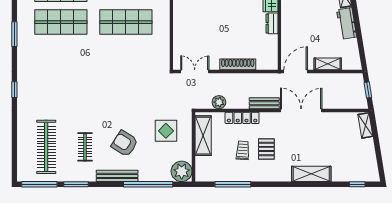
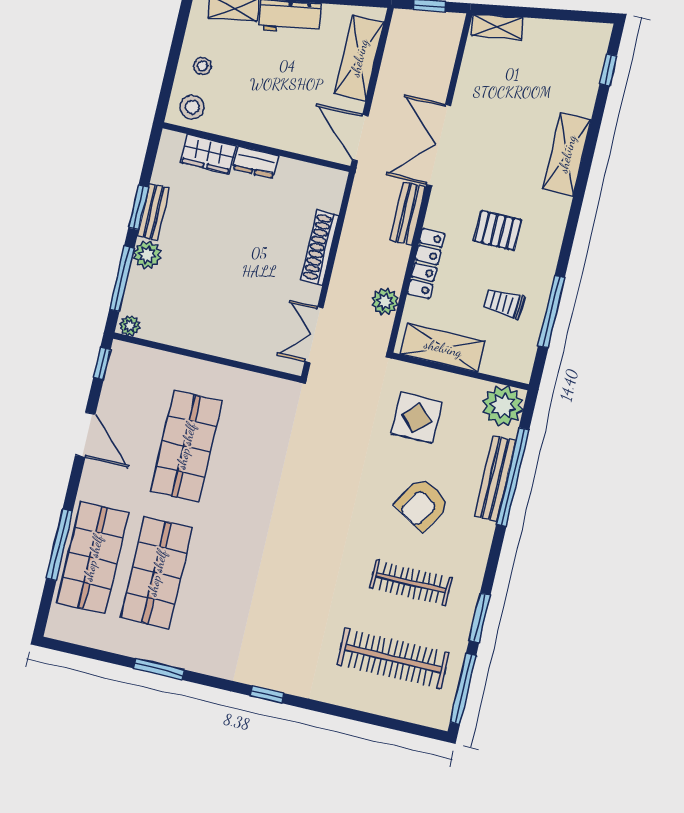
shelving: (328, 64) -> (359, 58), width x1.50, depth x1.33
clothes rail: (85, 147) -> (411, 583), width x1.36
trolley: (243, 150) -> (504, 303), moved
bench: (117, 176) -> (495, 478), moved

